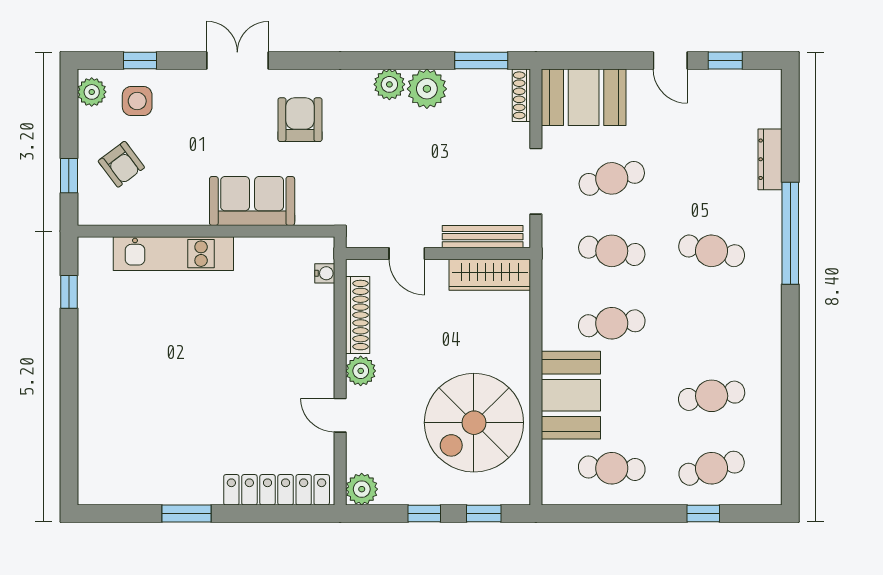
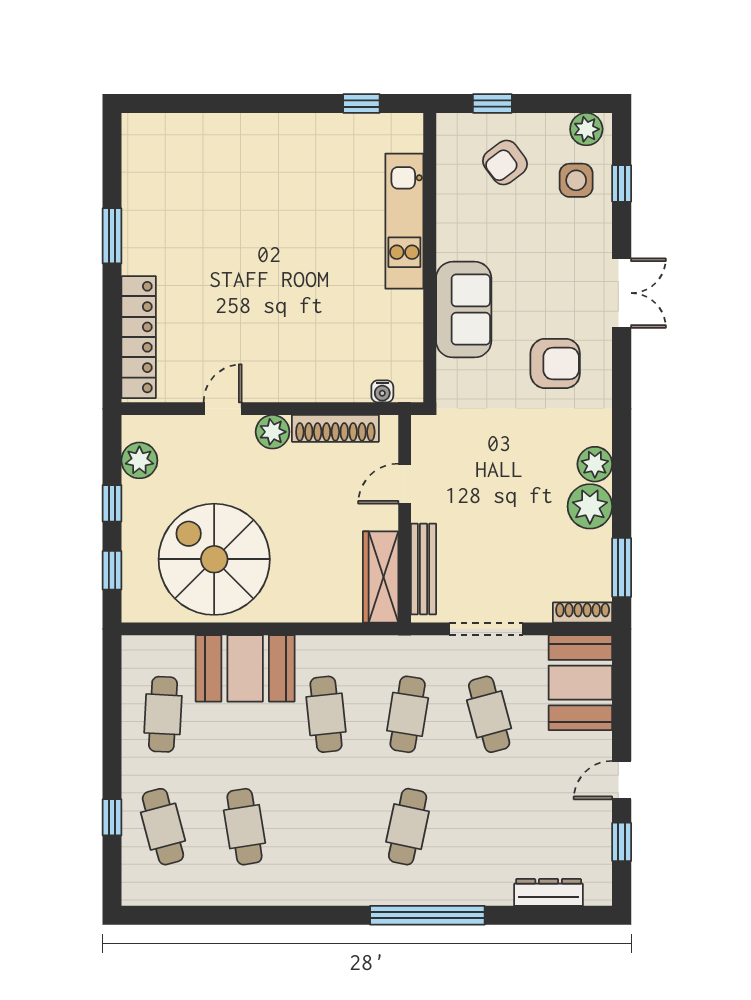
dresser: (770, 159) -> (549, 892), moved
plant: (362, 489) -> (139, 460), moved

